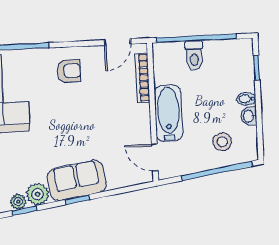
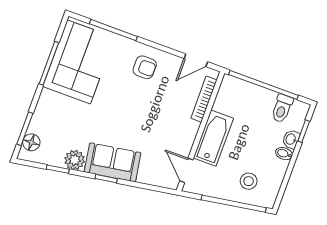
toilet: (194, 56) -> (282, 108), moved
washbasin: (249, 116) -> (291, 139), moved
plant: (18, 202) -> (56, 159), removed

